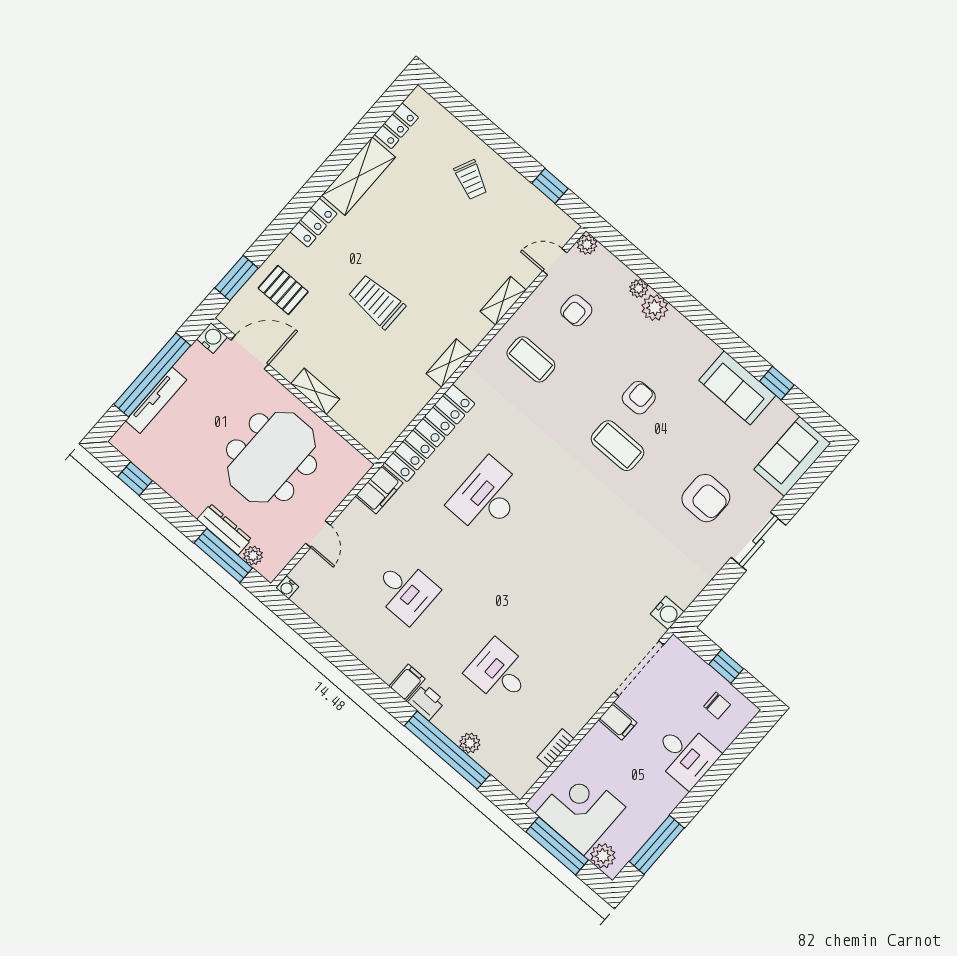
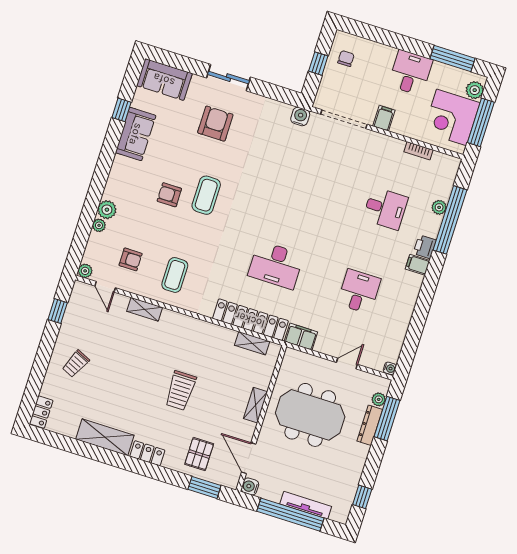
locker: (397, 126) -> (41, 412), moved, turned 90
trolley: (471, 180) -> (76, 364), turned 180
shelving: (449, 363) -> (252, 343), moved
desk: (499, 672) -> (385, 208), turned -90
desk: (685, 755) -> (410, 73), moved

